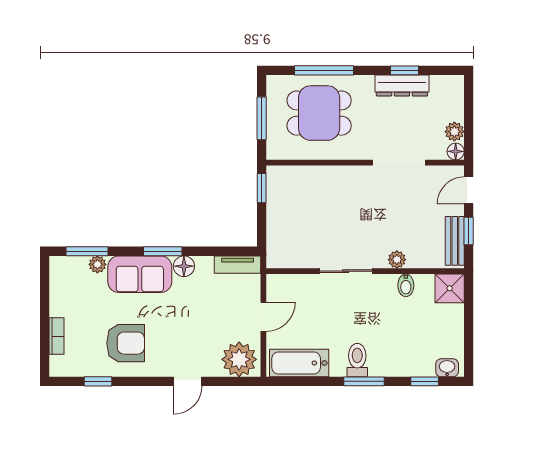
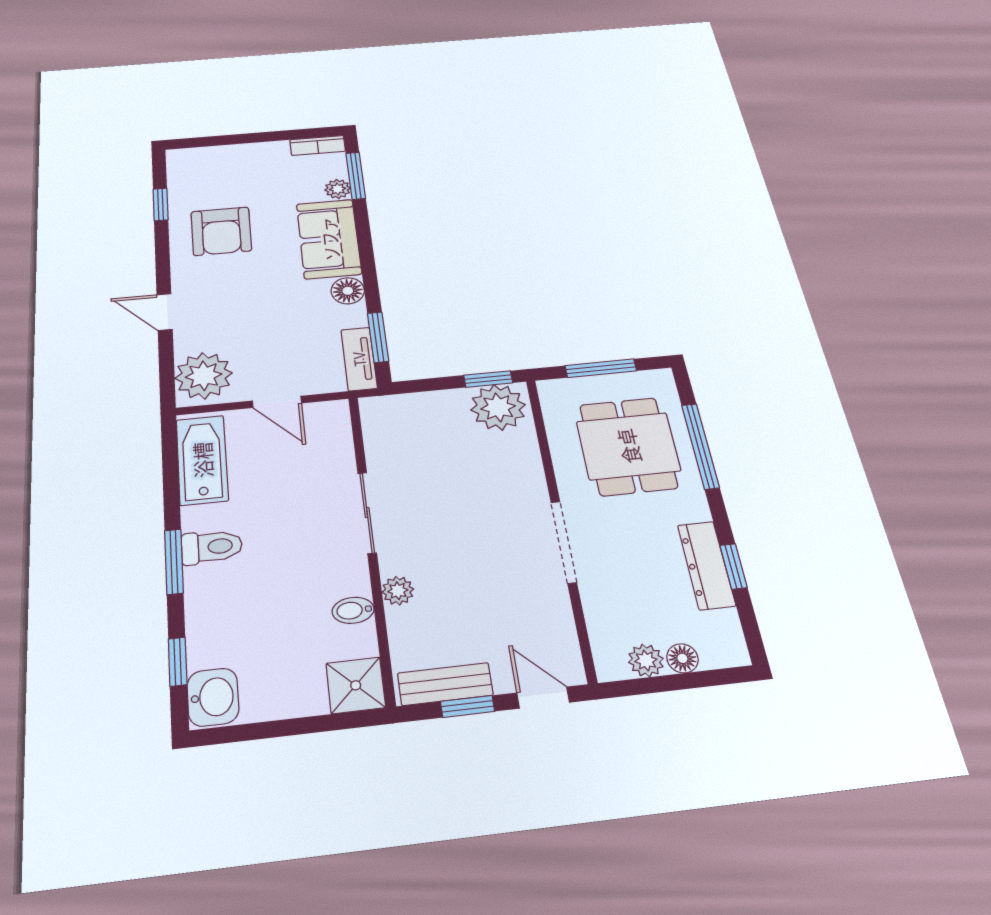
floor lamp: (456, 151) -> (682, 658), moved
doorway: (399, 163) -> (564, 542), moved
plant: (283, 185) -> (498, 407), added
window: (163, 251) -> (378, 337), moved
bookcase: (57, 336) -> (318, 145), moved
washbasin: (447, 368) -> (213, 697), width x1.38, depth x1.45

